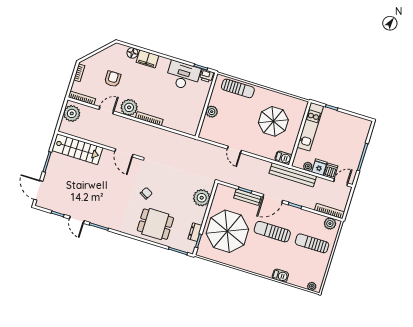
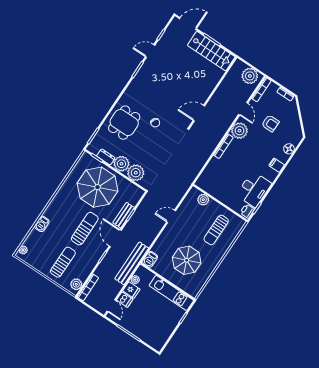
filing cabinet: (148, 59) -> (277, 165), width x0.50
sun lounger: (238, 88) -> (216, 230), moved
plant: (212, 112) -> (203, 200), moved
stairs: (77, 149) -> (211, 51), moved, turned -90
plant: (197, 215) -> (121, 164), added

